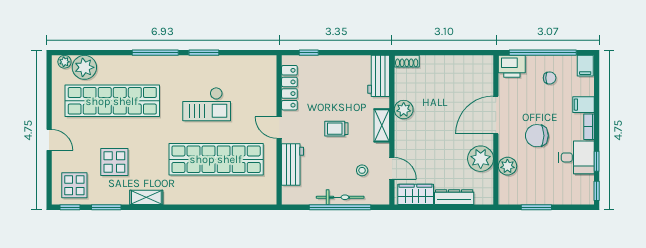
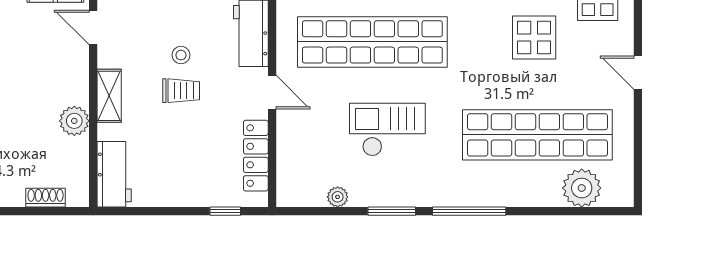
shoe rack: (407, 61) -> (46, 198), moved
plant: (64, 62) -> (338, 197), moved
stool: (362, 170) -> (181, 55), moved

